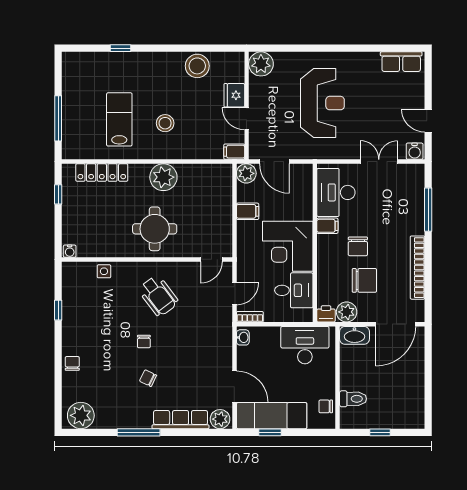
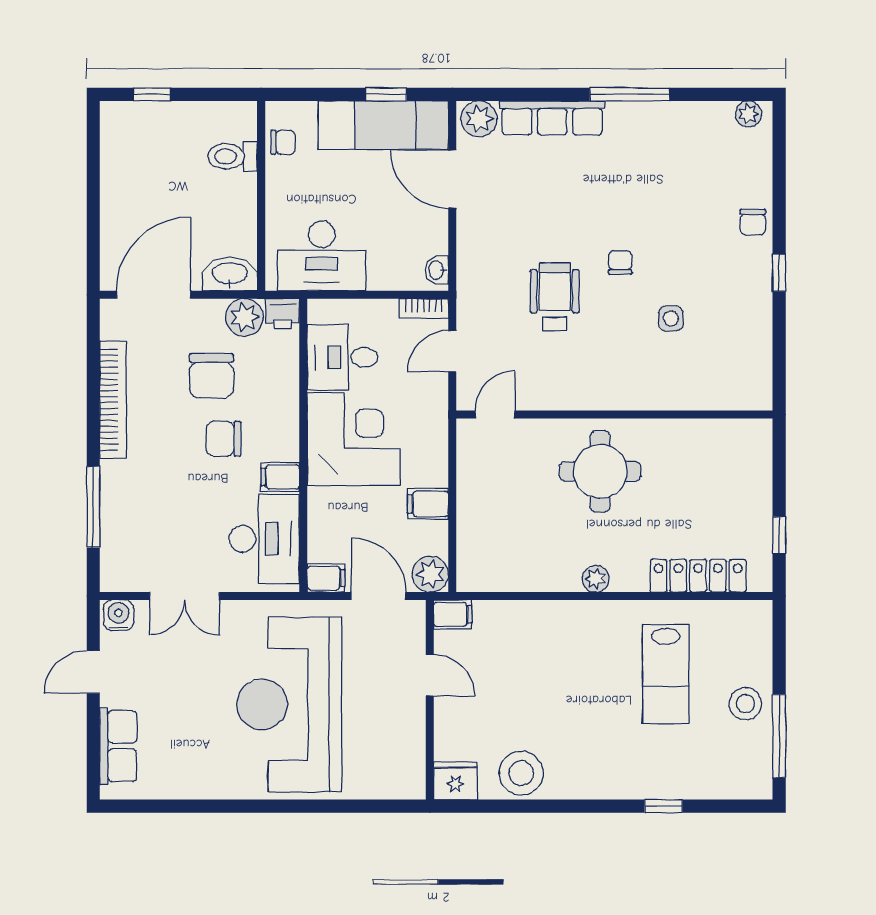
row of seats: (401, 62) -> (118, 746), moved, turned 90
plant: (261, 64) -> (403, 777), removed
fridge: (234, 95) -> (455, 781), moved, turned -90
reception desk: (322, 103) -> (289, 704), width x1.36, depth x1.30
window: (58, 118) -> (779, 736), moved
door: (428, 121) -> (93, 672), swing flipped
stool: (165, 123) -> (745, 704), moved
filing cabinet: (303, 171) -> (326, 578), added
plant: (163, 177) -> (596, 579), width x0.53, depth x0.53
chair: (358, 246) -> (224, 439), turned -90
water cooler: (70, 251) -> (758, 430), removed
side table: (104, 271) -> (671, 318), moved
chair: (364, 280) -> (212, 376), turned -90
wheelchair: (158, 296) -> (555, 297), moved, turned 37
window: (58, 310) -> (779, 273), moved
chair: (148, 378) -> (612, 195), removed
plant: (81, 415) -> (748, 114), width x0.53, depth x0.53
window: (380, 432) -> (152, 94), moved

